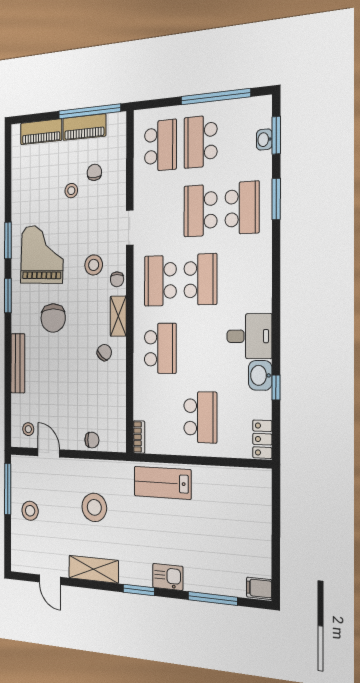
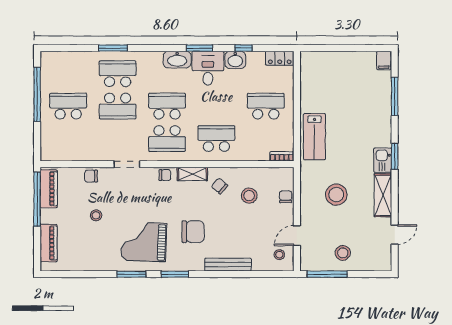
piano: (84, 127) -> (49, 189), moved
window: (276, 135) -> (200, 48), moved
washbasin: (264, 140) -> (177, 60), moved, width x1.91, depth x1.45
school desk: (201, 142) -> (68, 106), turned 180
school desk: (160, 145) -> (68, 139), removed
chair: (94, 172) -> (91, 176), moved
stool: (94, 265) -> (249, 196), moved
kitchen sink: (168, 577) -> (383, 160), moved

